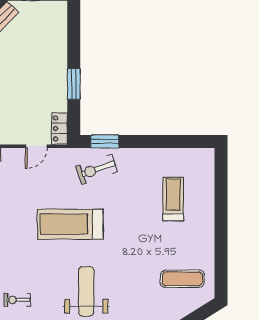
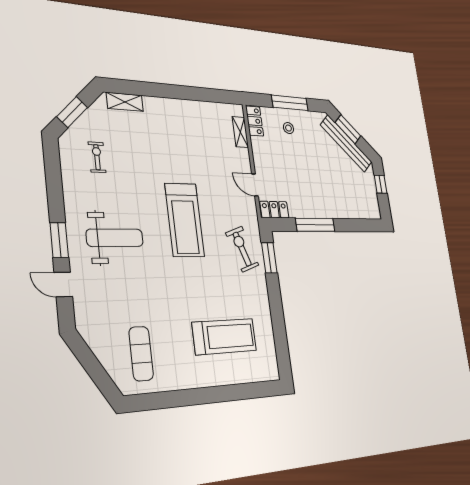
window: (74, 84) -> (315, 225), width x1.44
treadmill: (173, 199) -> (224, 336), width x1.37, depth x1.38
treadmill: (70, 224) -> (185, 220), turned 180

